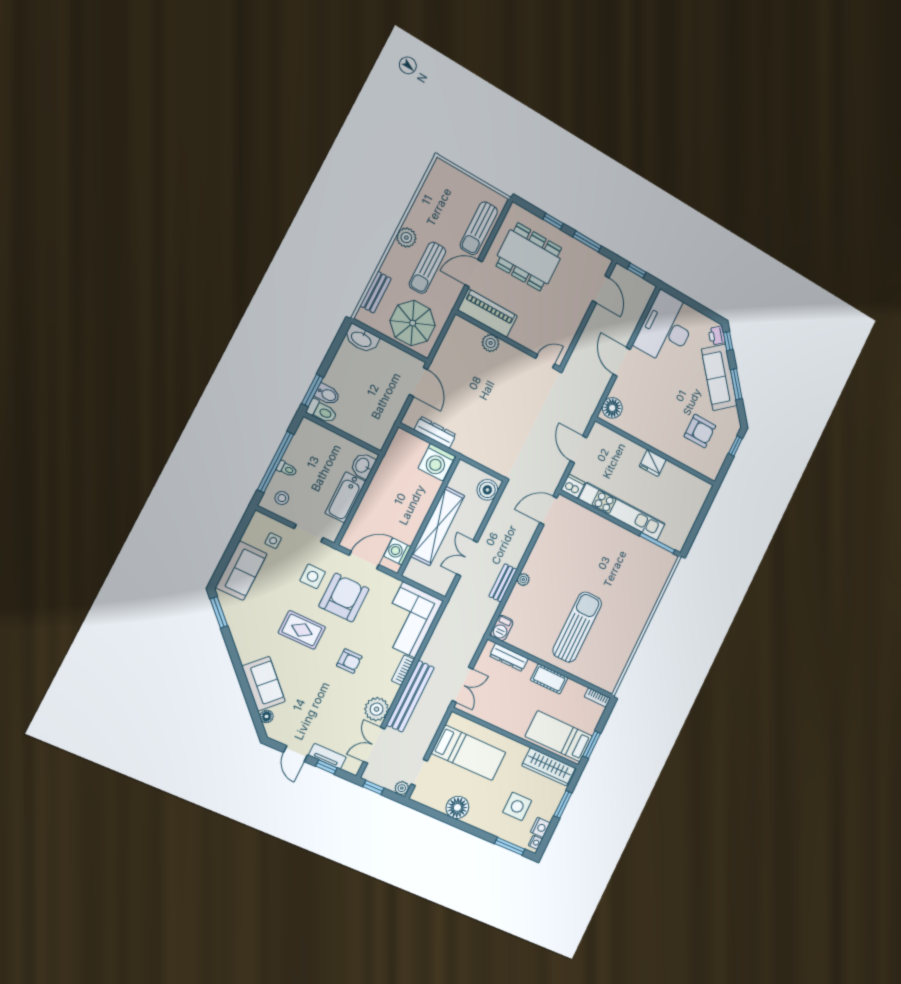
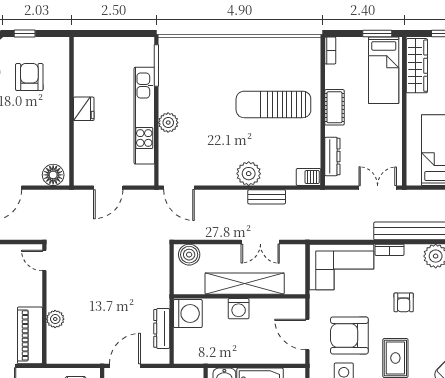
dishwasher: (573, 486) -> (145, 176), removed
plant: (607, 529) -> (168, 123), added
washing machine: (397, 551) -> (239, 309), moved
plant: (523, 580) -> (249, 174), width x1.87, depth x1.87
armchair: (349, 661) -> (404, 302), turned 180

